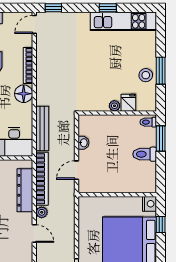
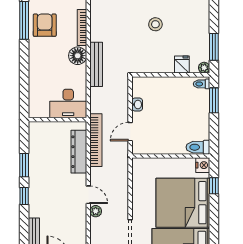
window: (161, 71) -> (214, 47), moved
stool: (146, 75) -> (155, 24), moved
plant: (114, 106) -> (204, 68), moved
bench: (42, 129) -> (96, 64), moved
toilet: (145, 154) -> (198, 147), moved
plant: (42, 212) -> (96, 211), moved

